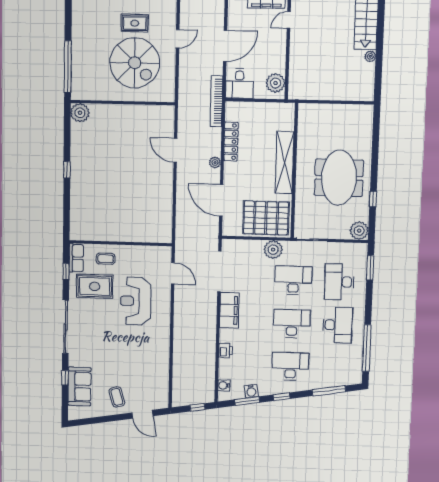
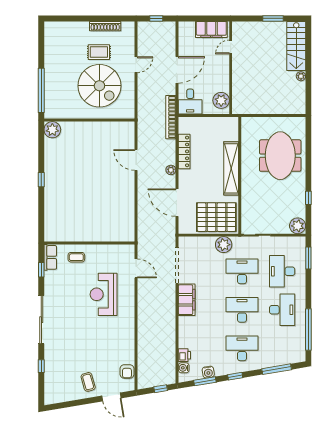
meeting table: (339, 178) -> (280, 156), moved
rug: (95, 286) -> (67, 282), removed
printer: (226, 351) -> (184, 355), moved
sofa: (79, 386) -> (54, 374), removed
armchair: (160, 387) -> (127, 371), added

